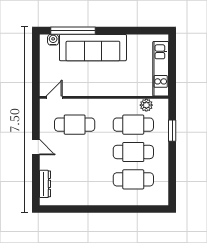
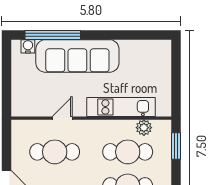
kitchen unit: (161, 69) -> (121, 107), moved, turned 90
door: (54, 97) -> (62, 118), moved
window: (172, 131) -> (176, 146), moved

